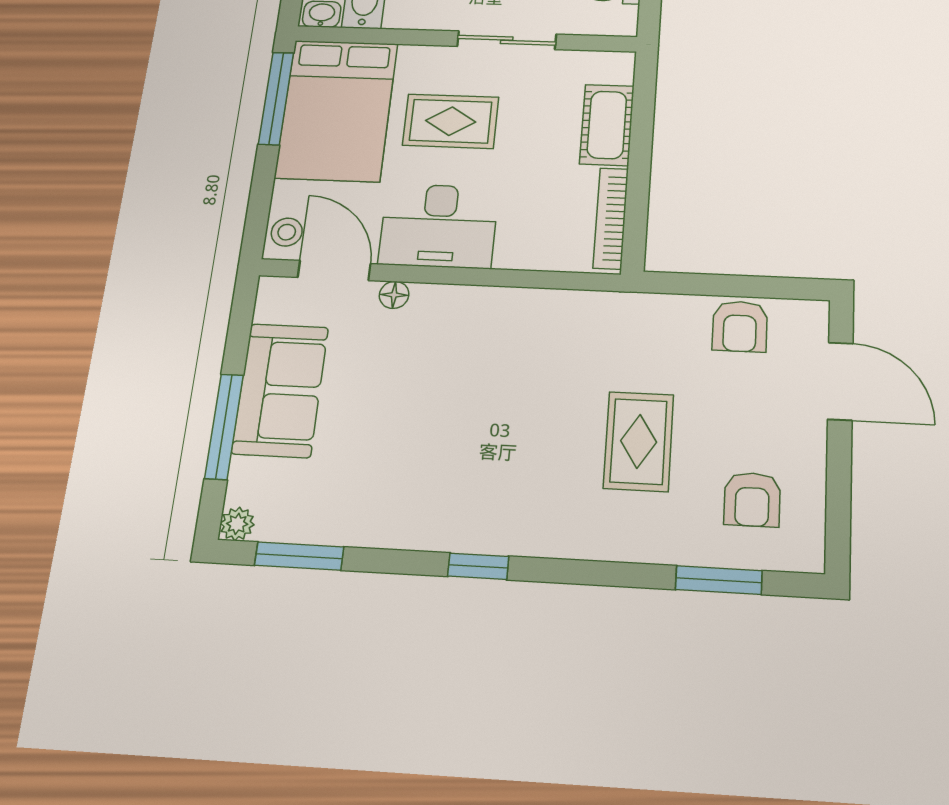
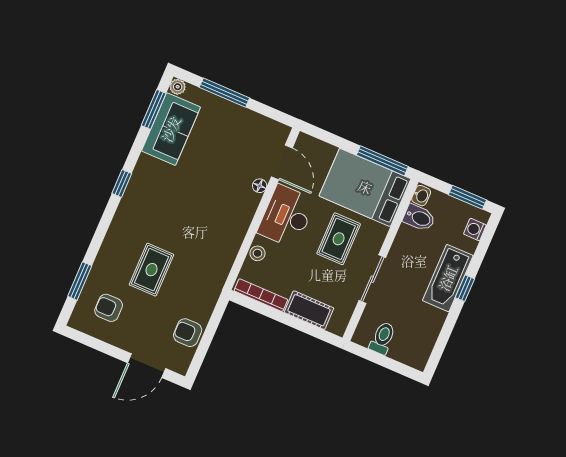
stool: (287, 232) -> (257, 253), moved
door: (334, 270) -> (282, 162), hinge flipped
sofa: (280, 390) -> (171, 129), moved, turned -90
rug: (639, 441) -> (151, 270), turned 90

